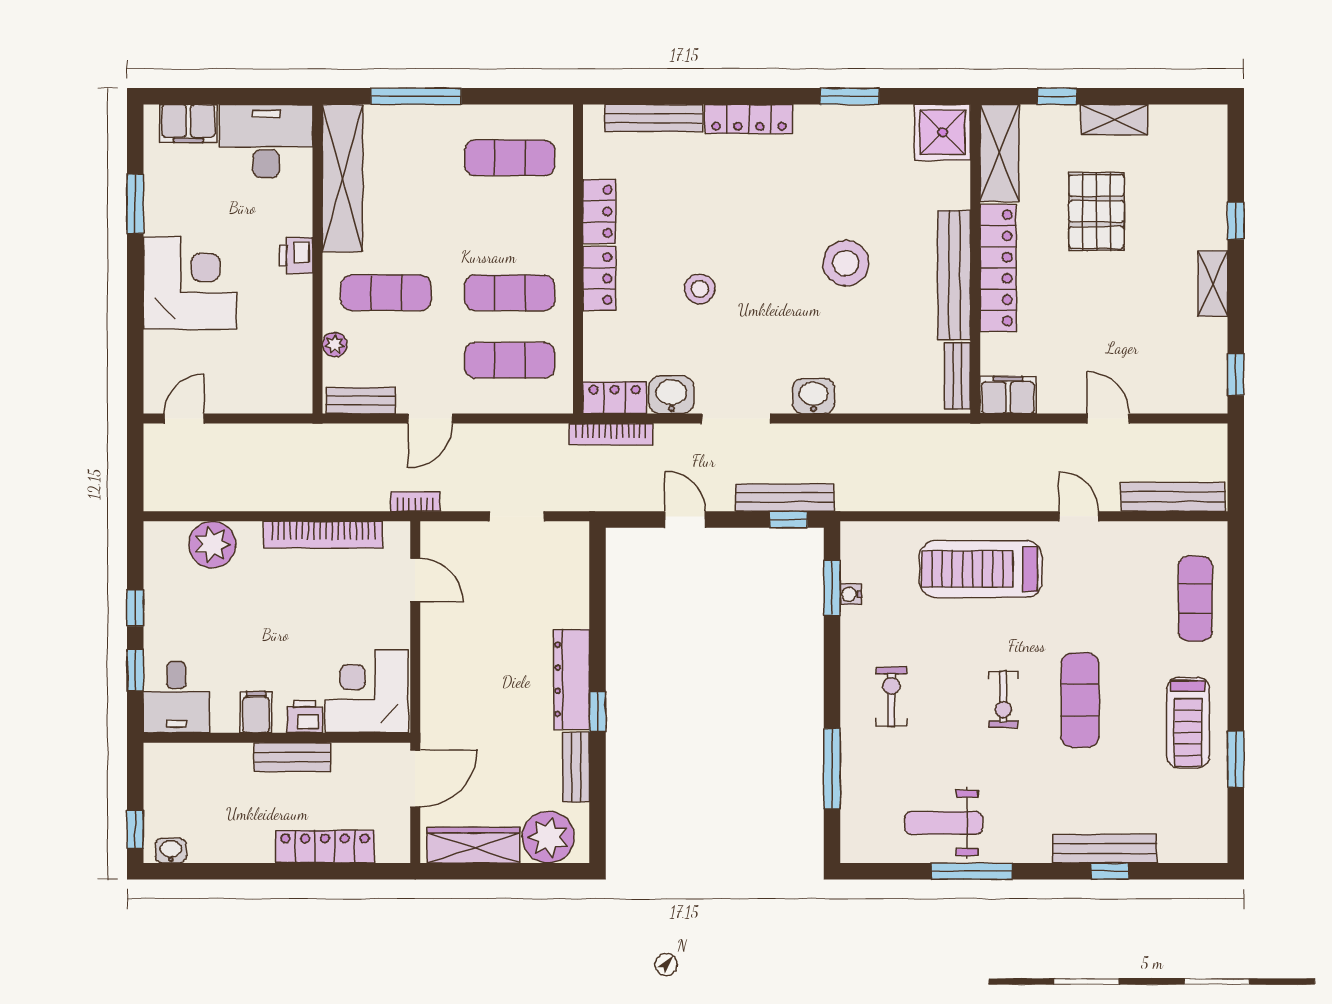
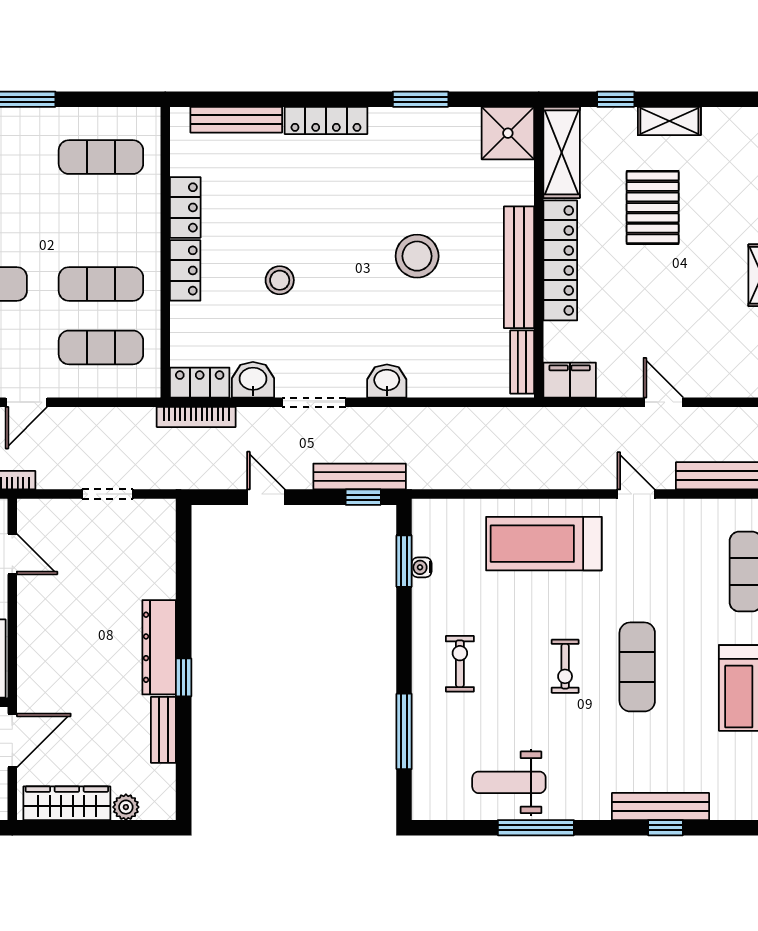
plant: (548, 837) -> (126, 807), width x0.53, depth x0.53

